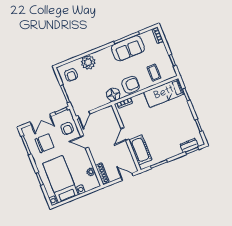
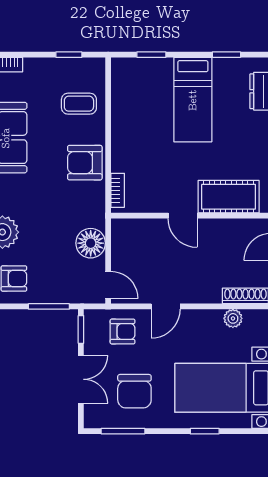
armchair: (131, 85) -> (85, 163), turned -90
bed: (164, 93) -> (193, 100), moved
floor lamp: (113, 95) -> (91, 243), moved
chair: (44, 143) -> (134, 391), turned 180

